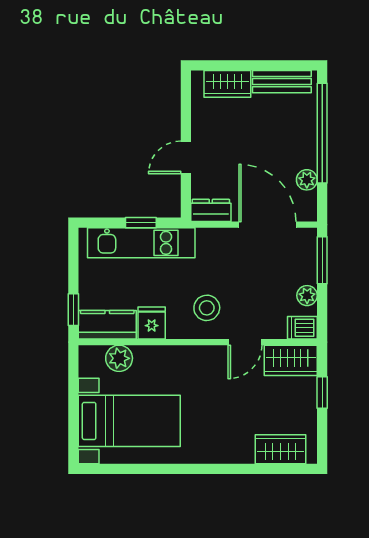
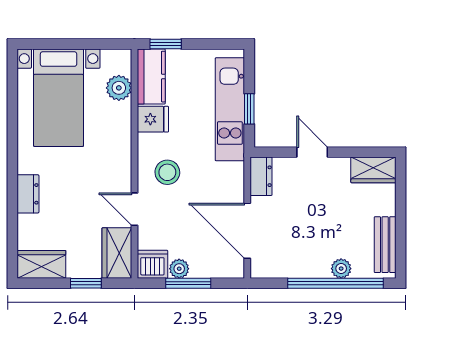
wardrobe: (227, 84) -> (373, 170), moved, turned -90
plant: (307, 180) -> (341, 269), moved
door: (267, 225) -> (247, 231), swing flipped
window: (322, 260) -> (188, 283), moved
dishwasher: (302, 328) -> (152, 264), width x1.38
wardrobe: (280, 449) -> (41, 264), moved, turned -90
dresser: (229, 453) -> (28, 194), added

